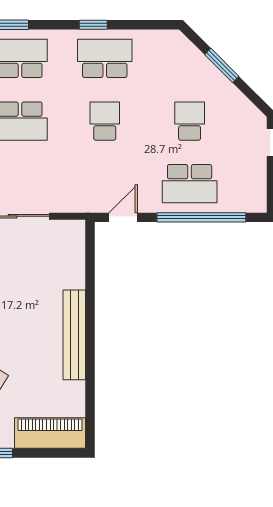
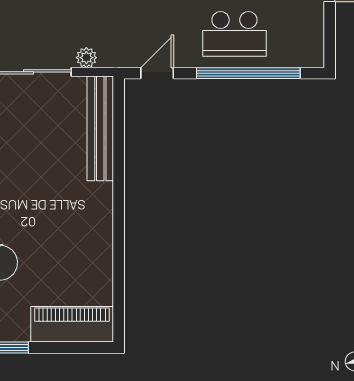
plant: (62, 204) -> (86, 58), added
bench: (74, 335) -> (100, 128), moved

